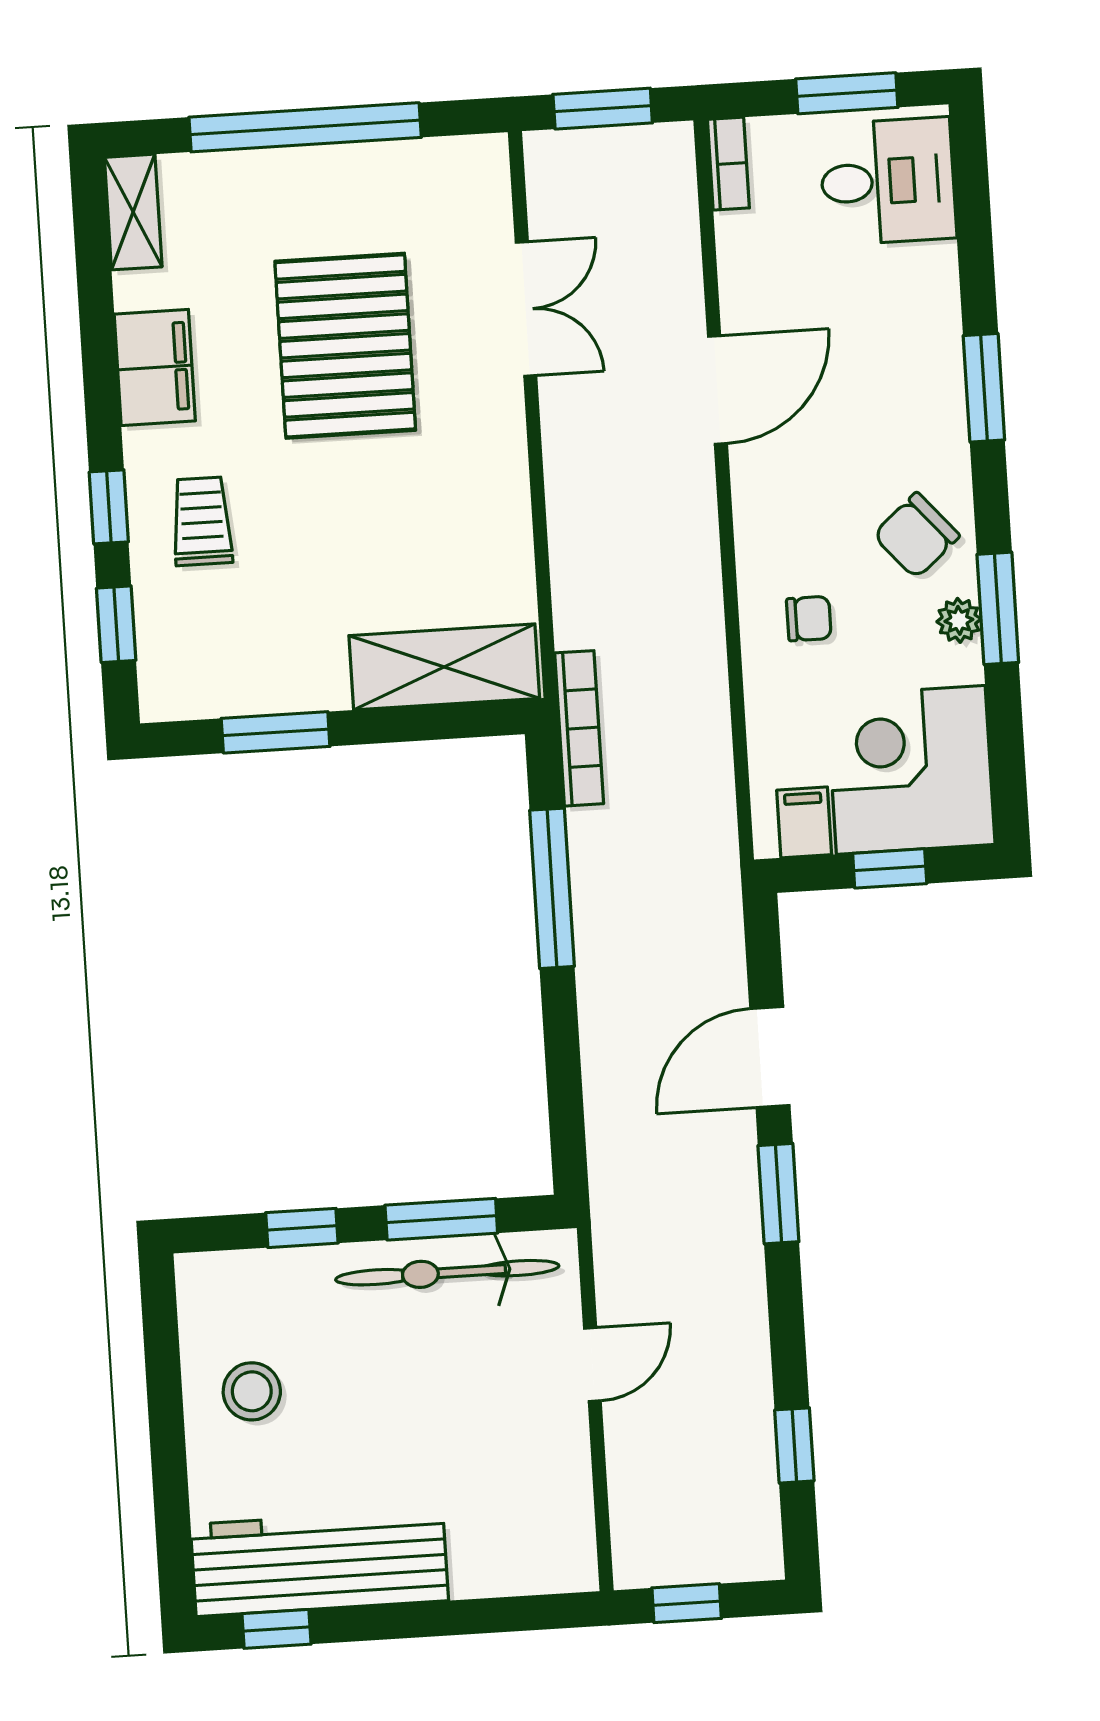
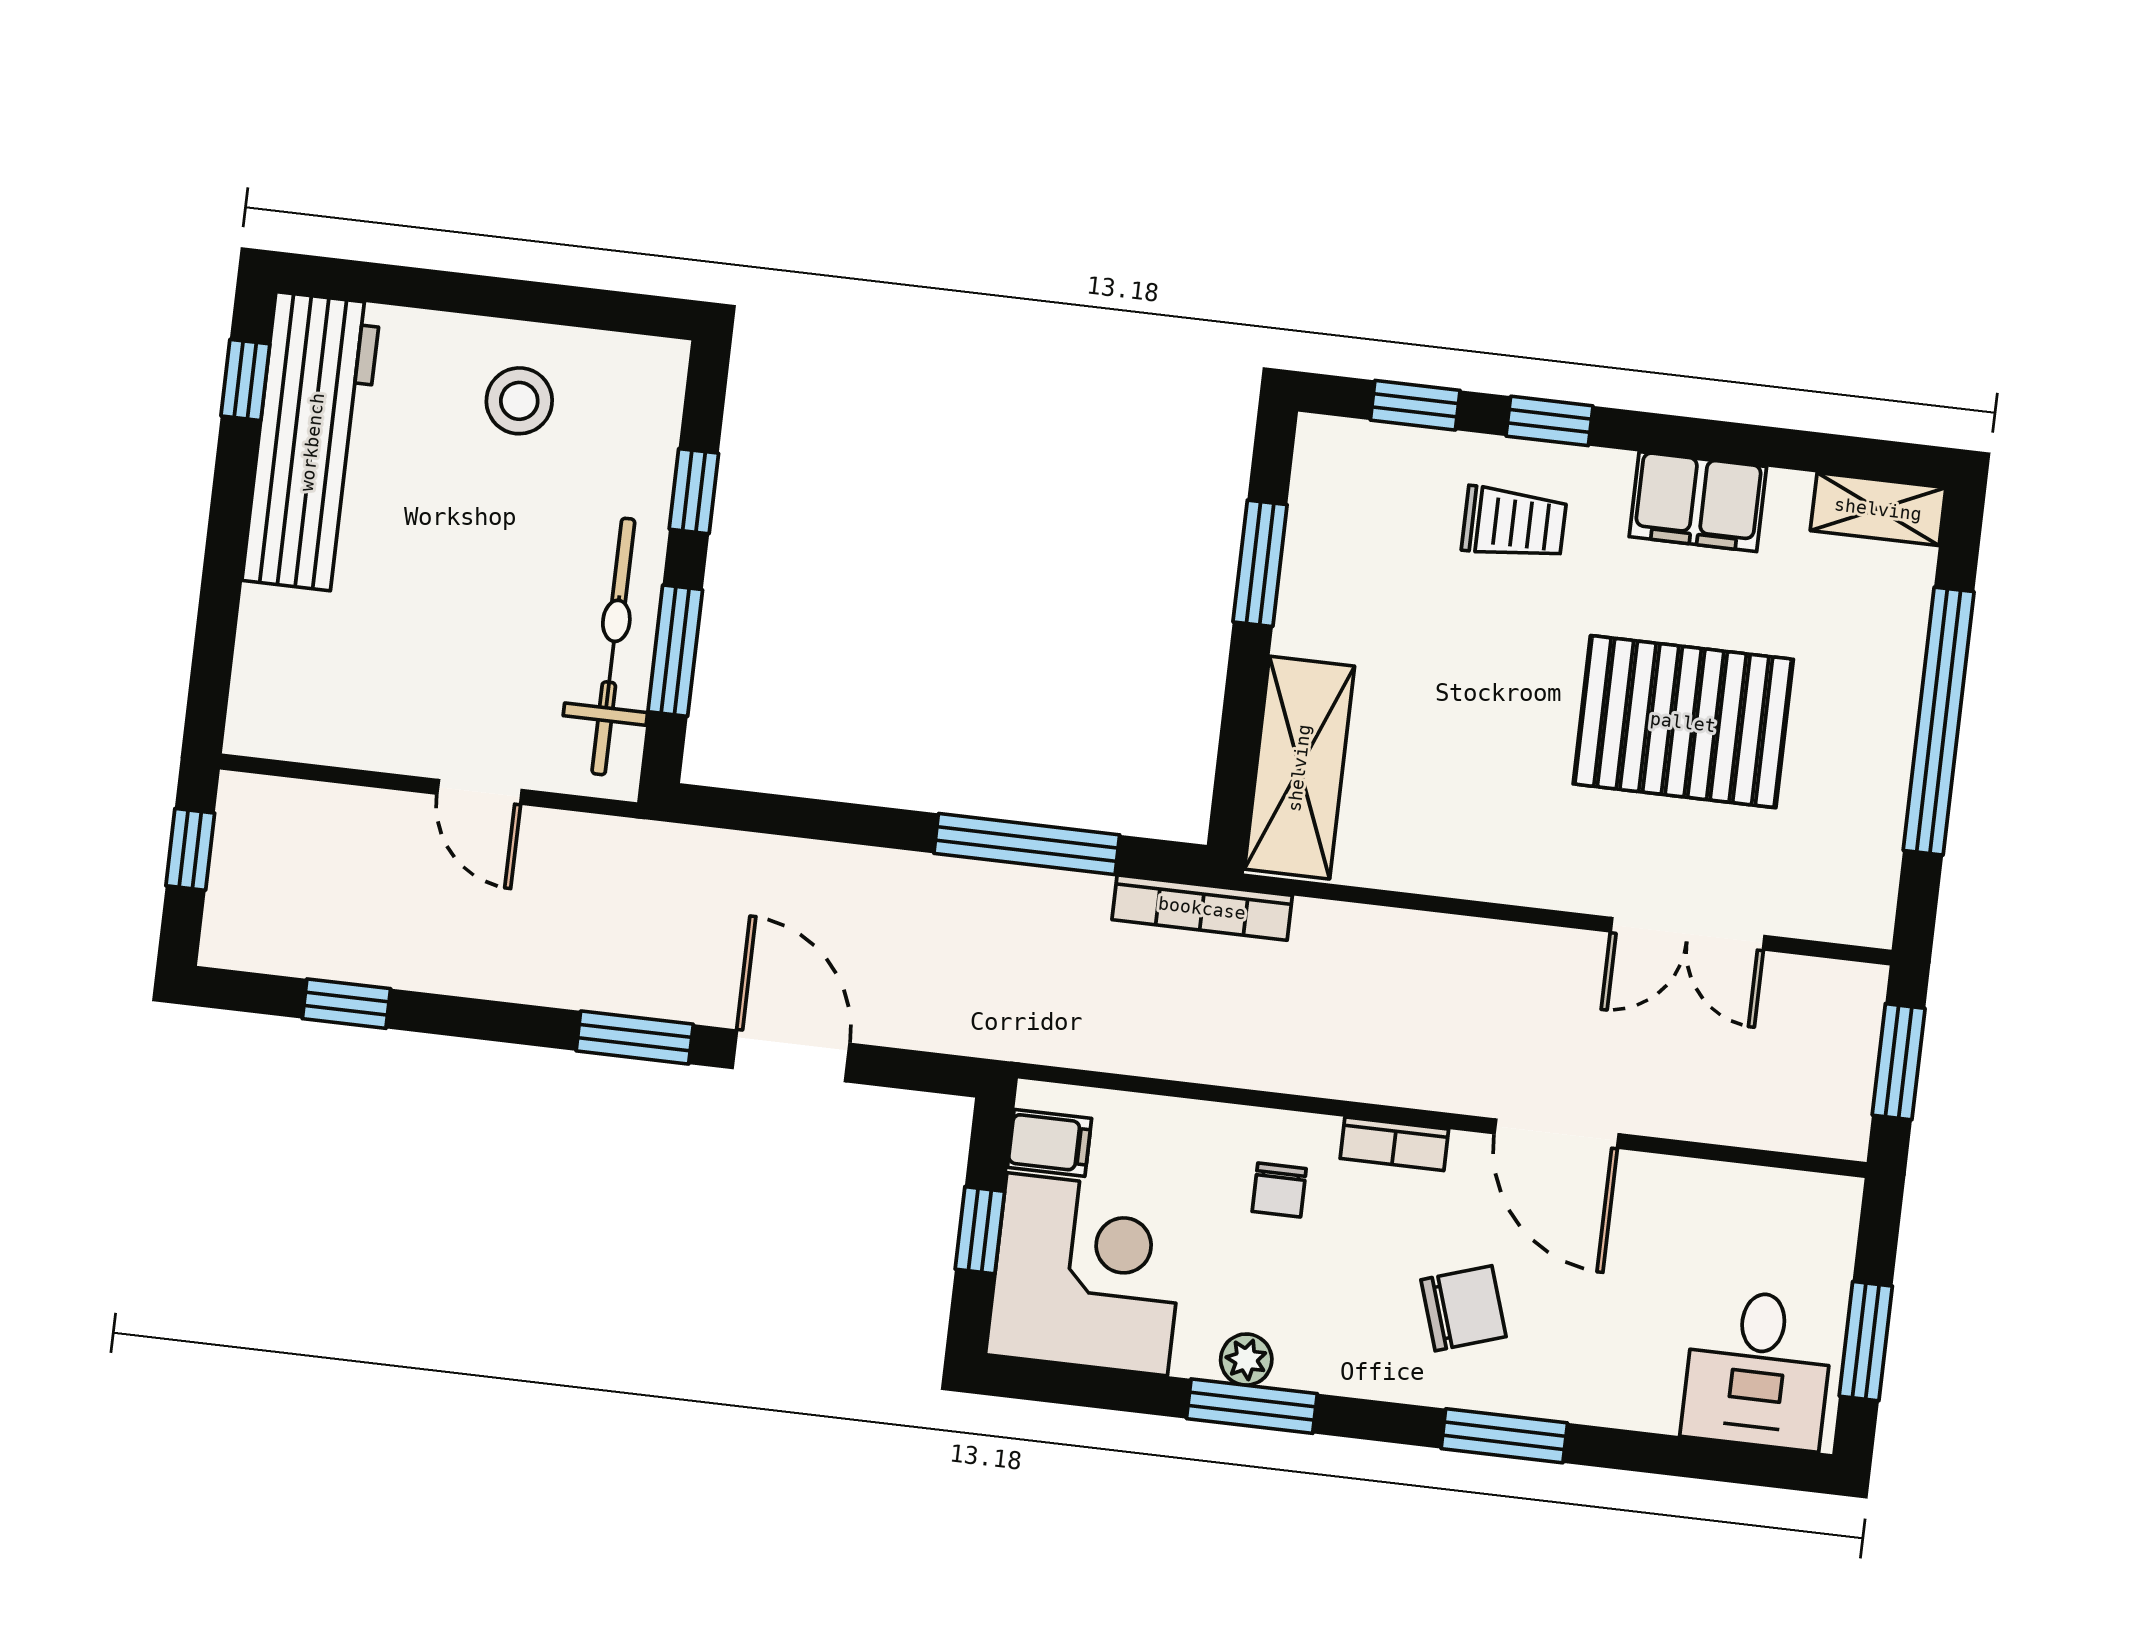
bookcase: (728, 164) -> (1394, 1144), moved
chair: (916, 535) -> (1463, 1308), moved, turned 113

